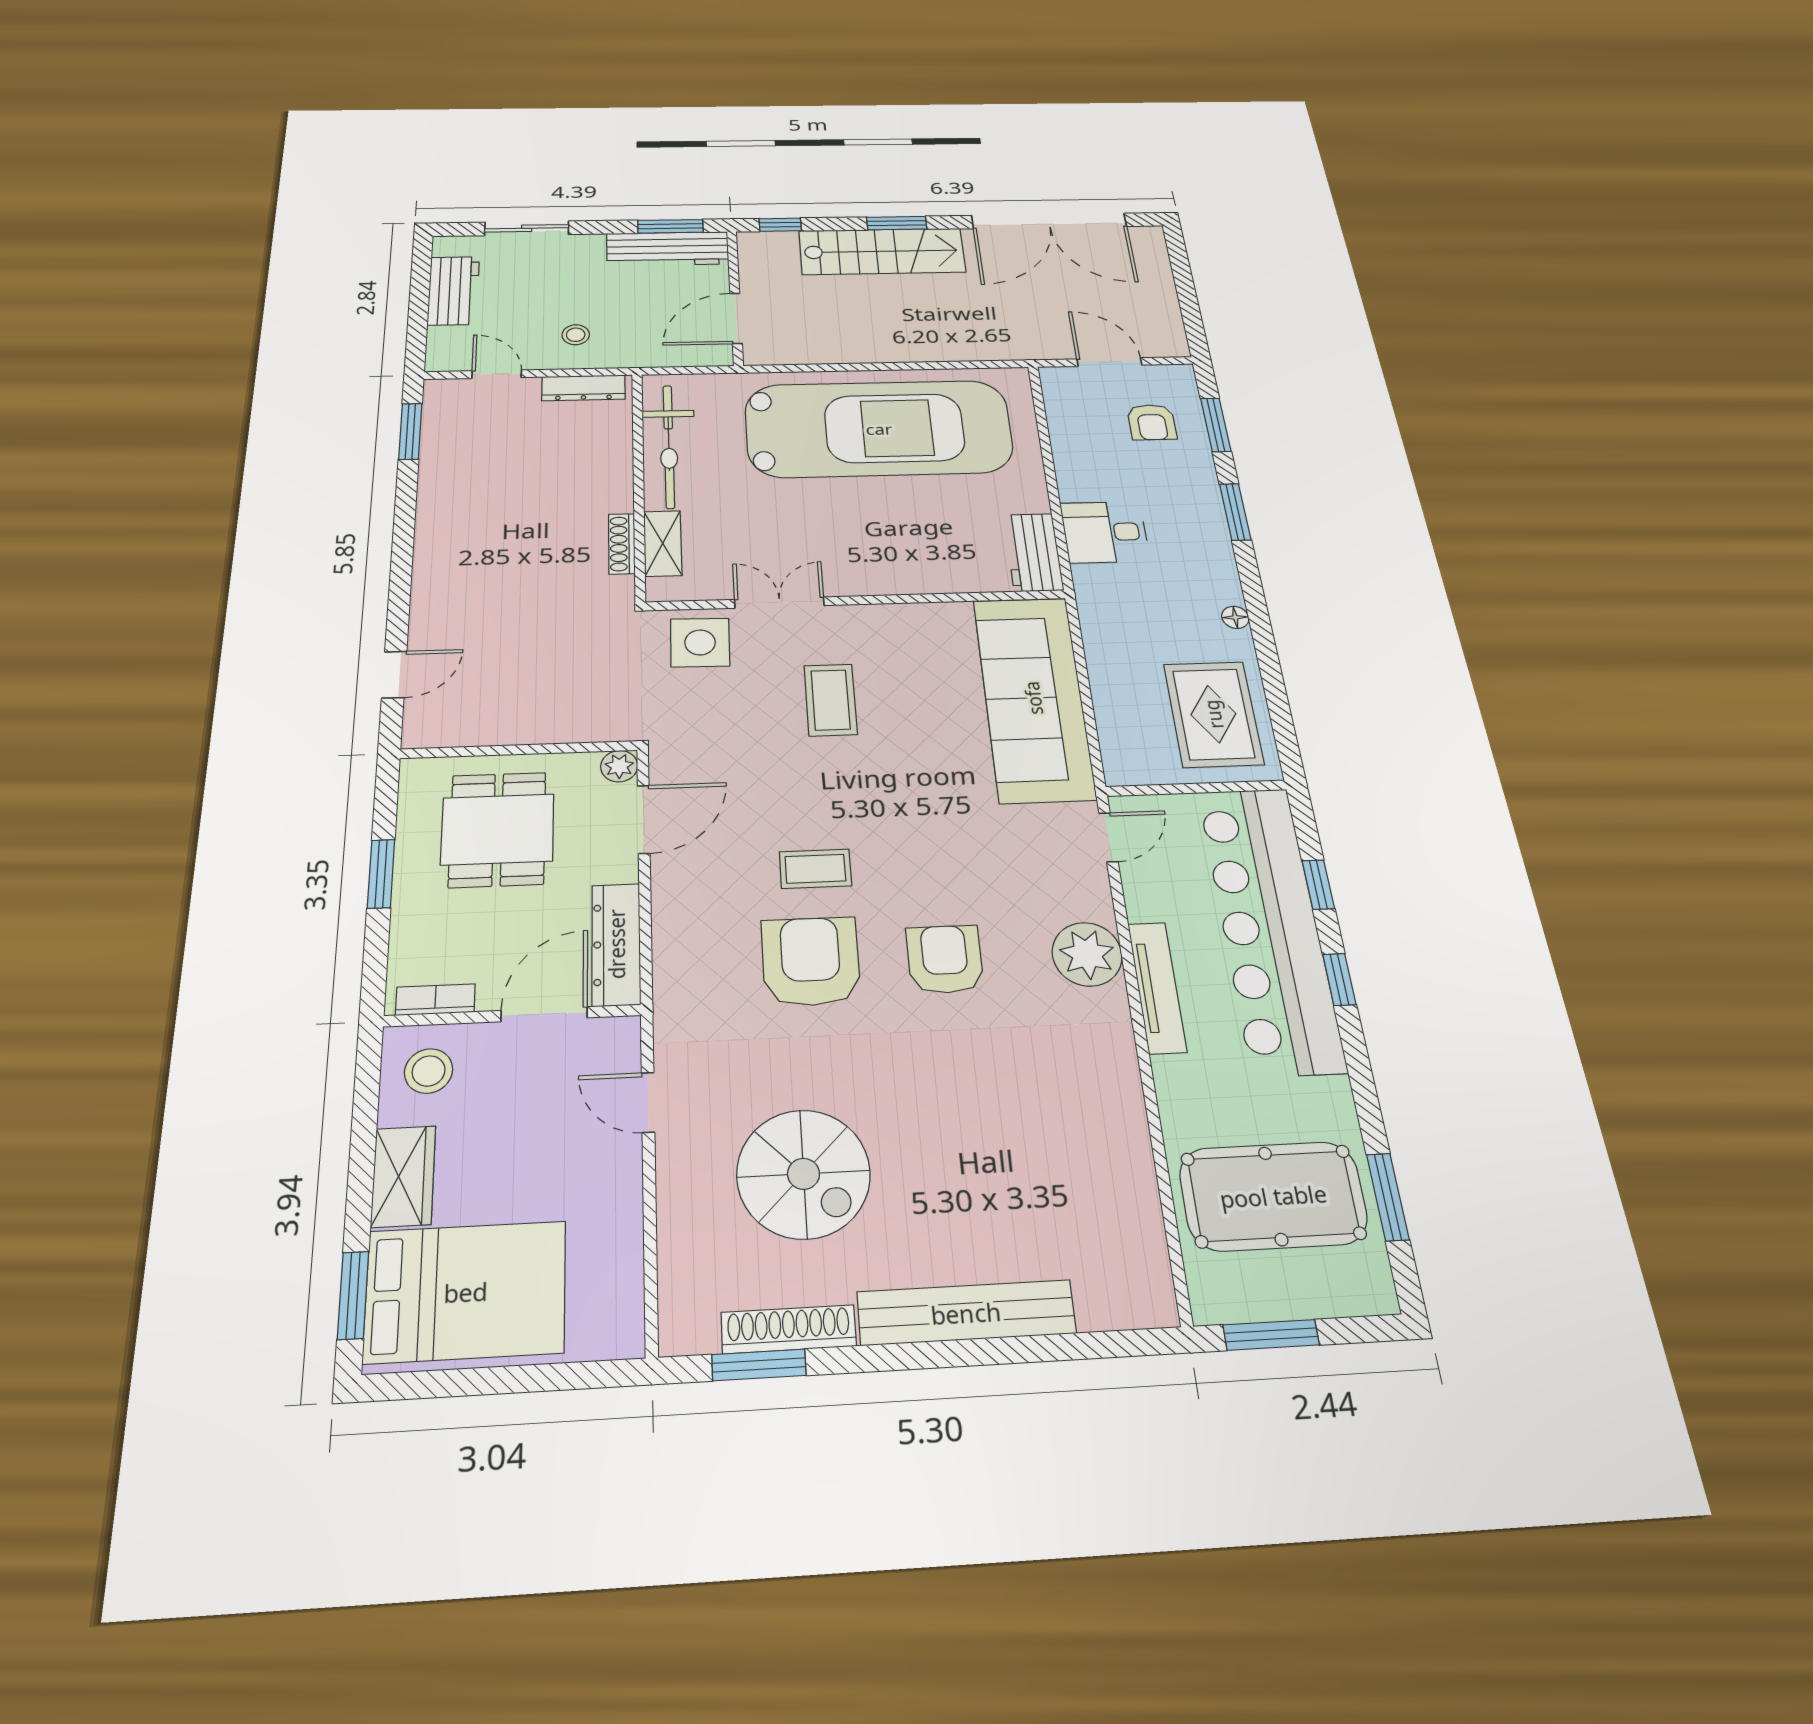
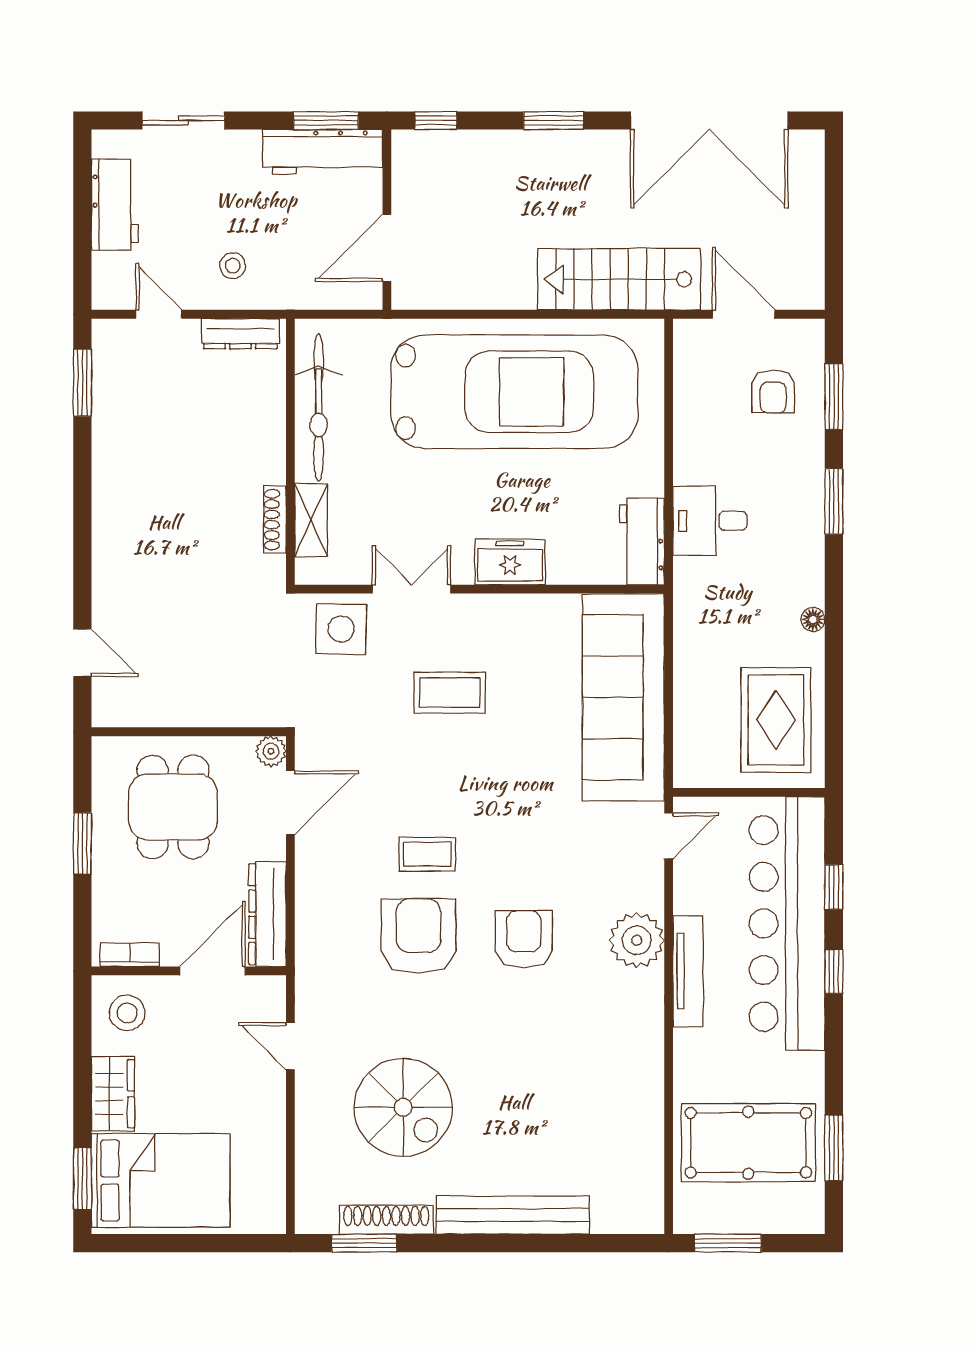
stairs: (882, 251) -> (619, 279), moved, turned 180
freezer: (889, 575) -> (510, 562), added
door: (394, 675) -> (82, 653), hinge flipped
coffee table: (831, 700) -> (450, 693), turned 90

